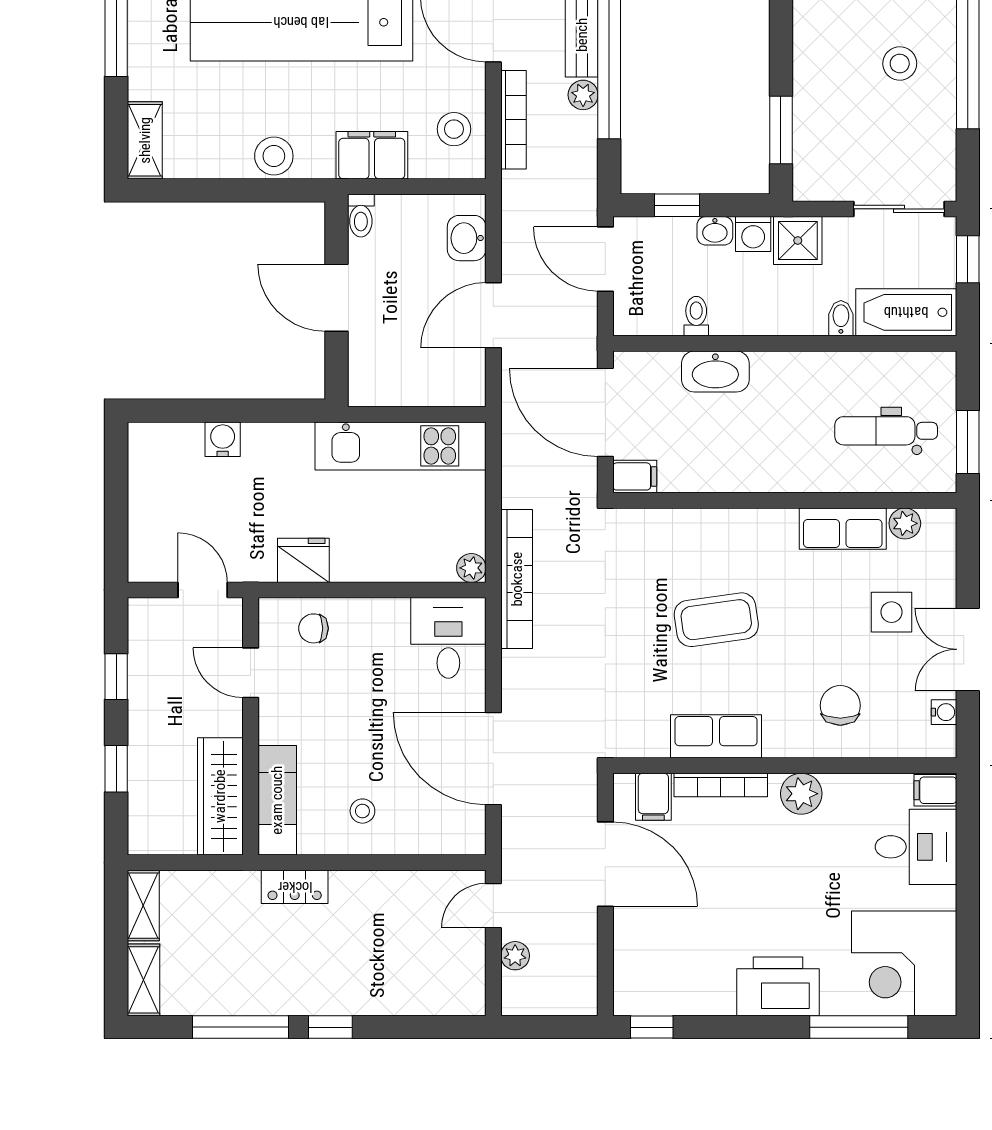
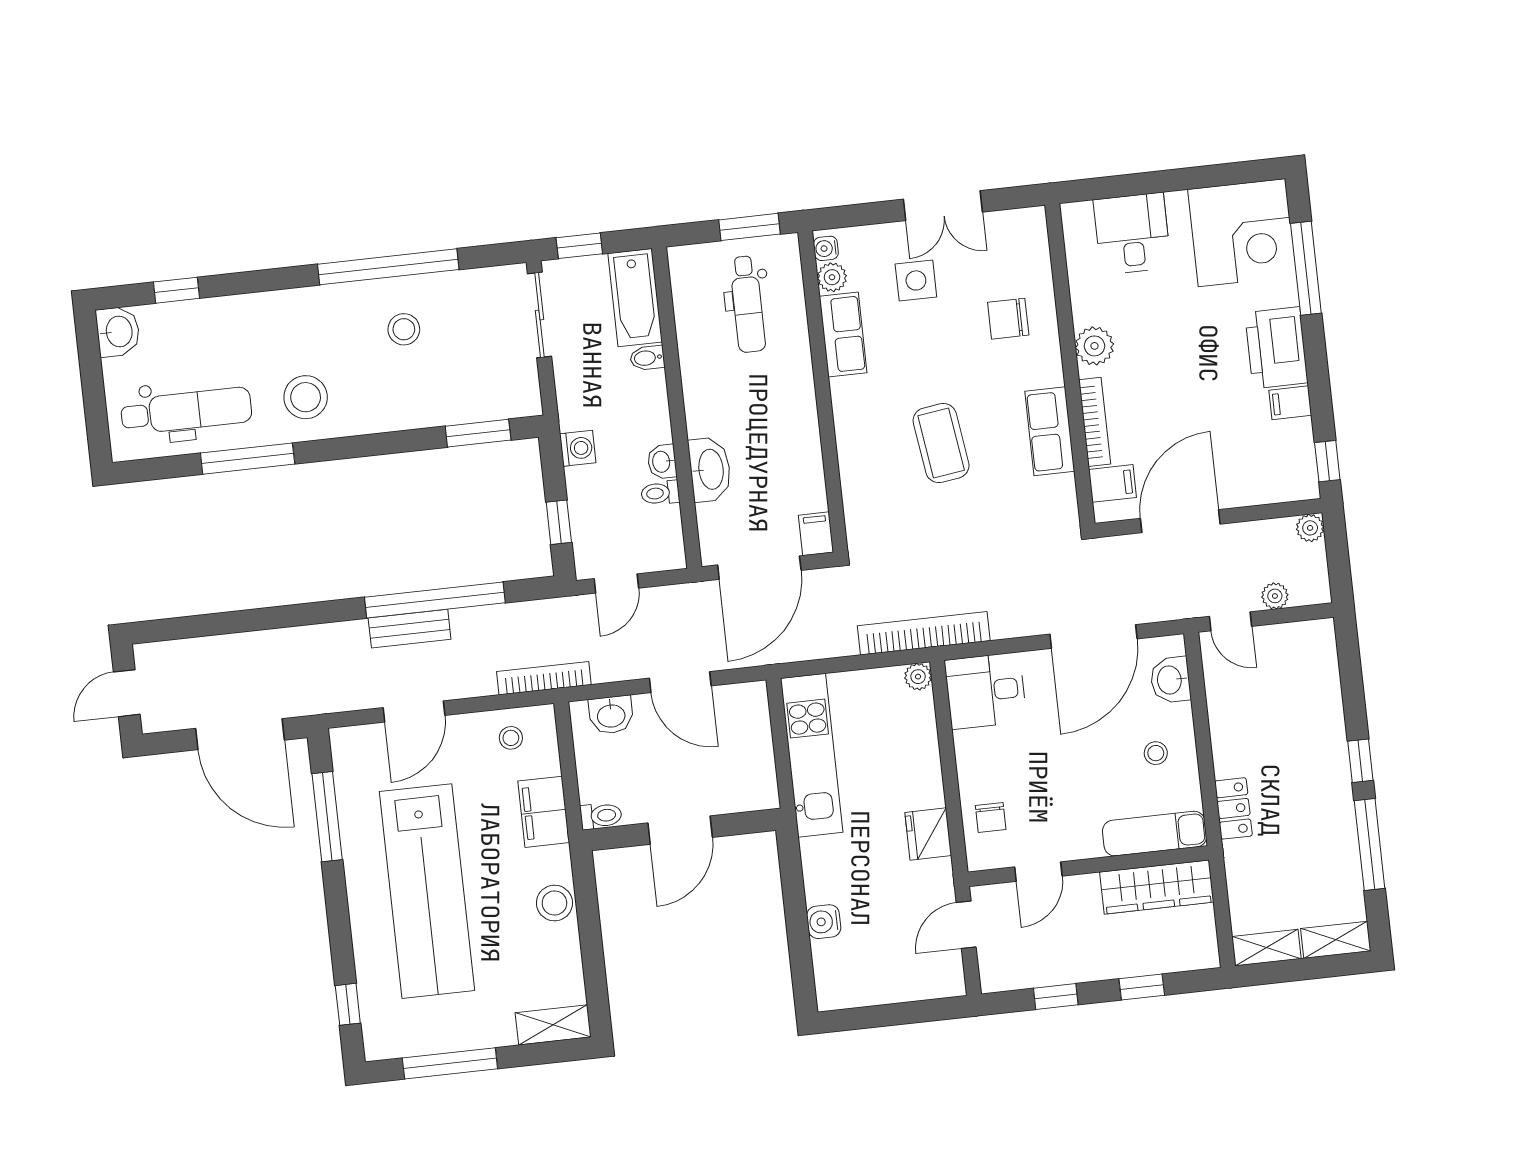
plant: (583, 95) -> (1310, 528), moved
bookcase: (513, 120) -> (544, 678), moved
stool: (454, 129) -> (511, 738), width x0.73, depth x0.73
washbasin: (715, 231) -> (662, 462), moved, turned 180
shower: (798, 240) -> (579, 406), removed
door: (605, 259) -> (616, 583), width x0.73
water cooler: (944, 712) -> (826, 248), moved, turned -90
filing cabinet: (935, 790) -> (1290, 403), moved, turned 90
washbasin: (438, 835) -> (1170, 680), added

